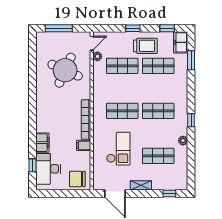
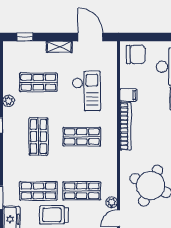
shop shelf: (158, 111) -> (38, 137), turned 90
checkout: (118, 149) -> (86, 91), turned 180

